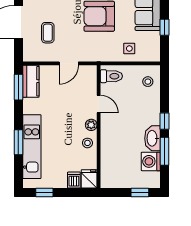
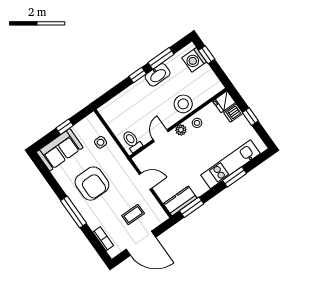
stool: (148, 82) -> (183, 104), moved, width x1.89, depth x1.89
washing machine: (151, 161) -> (194, 60), moved, turned 90
window: (44, 192) -> (250, 117), moved

